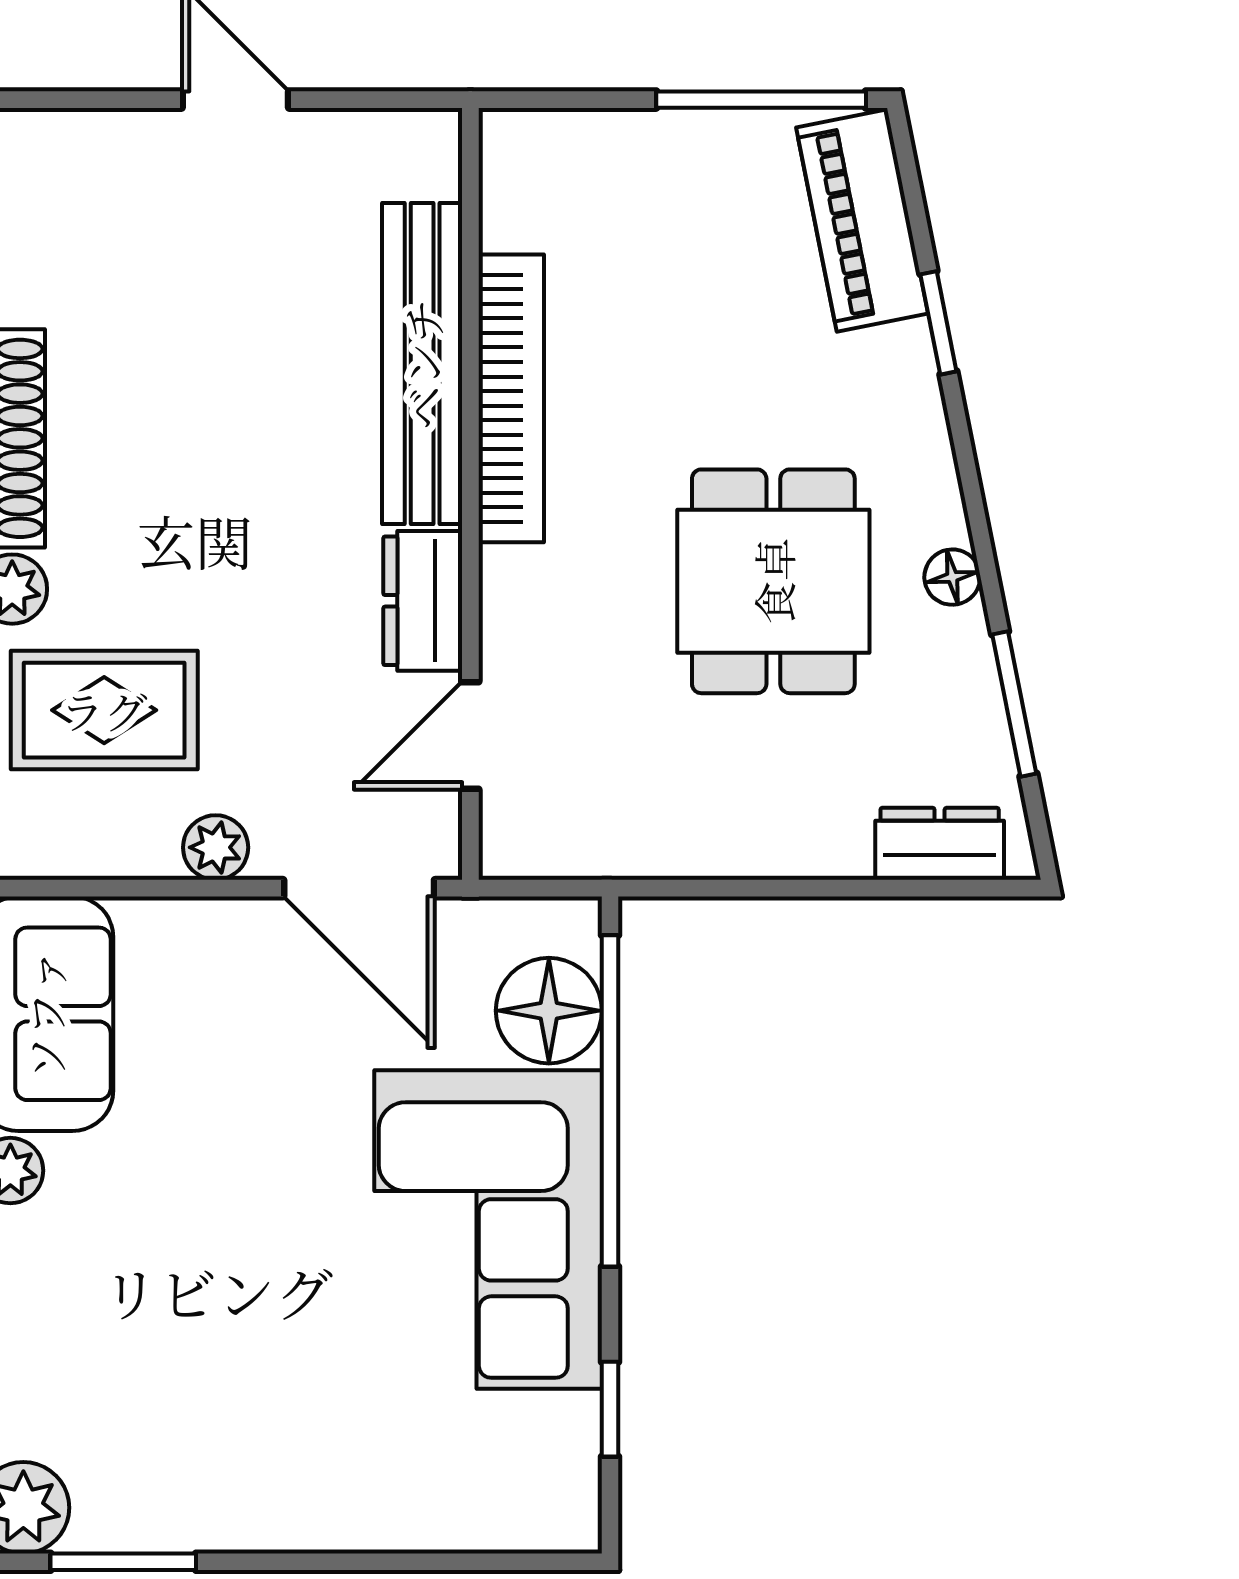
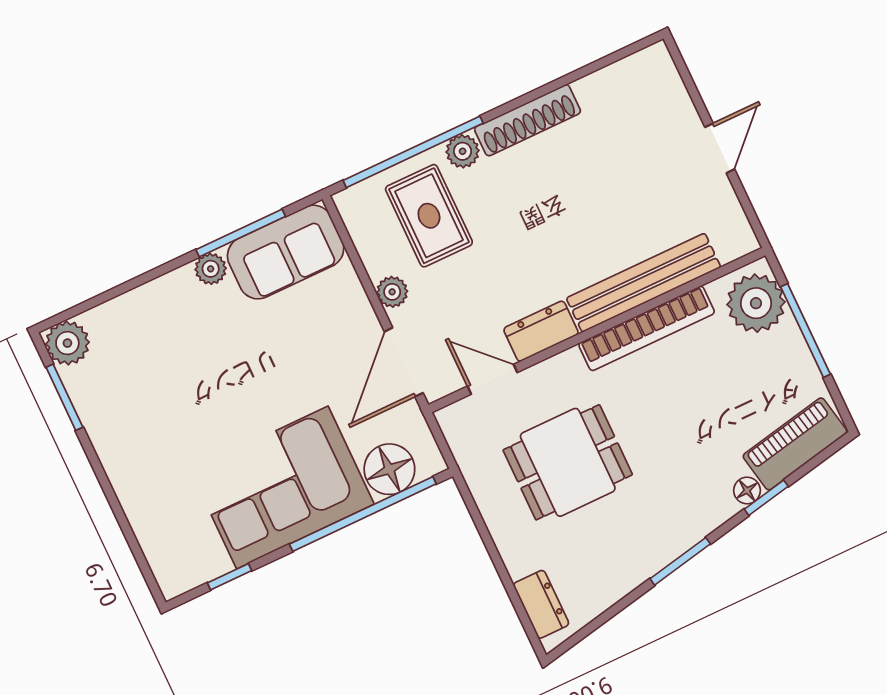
window: (761, 100) -> (805, 330), moved
plant: (561, 169) -> (756, 303), added
floor lamp: (952, 577) -> (747, 491), moved
dining table: (773, 581) -> (568, 462), moved
window: (1014, 704) -> (680, 561), moved

